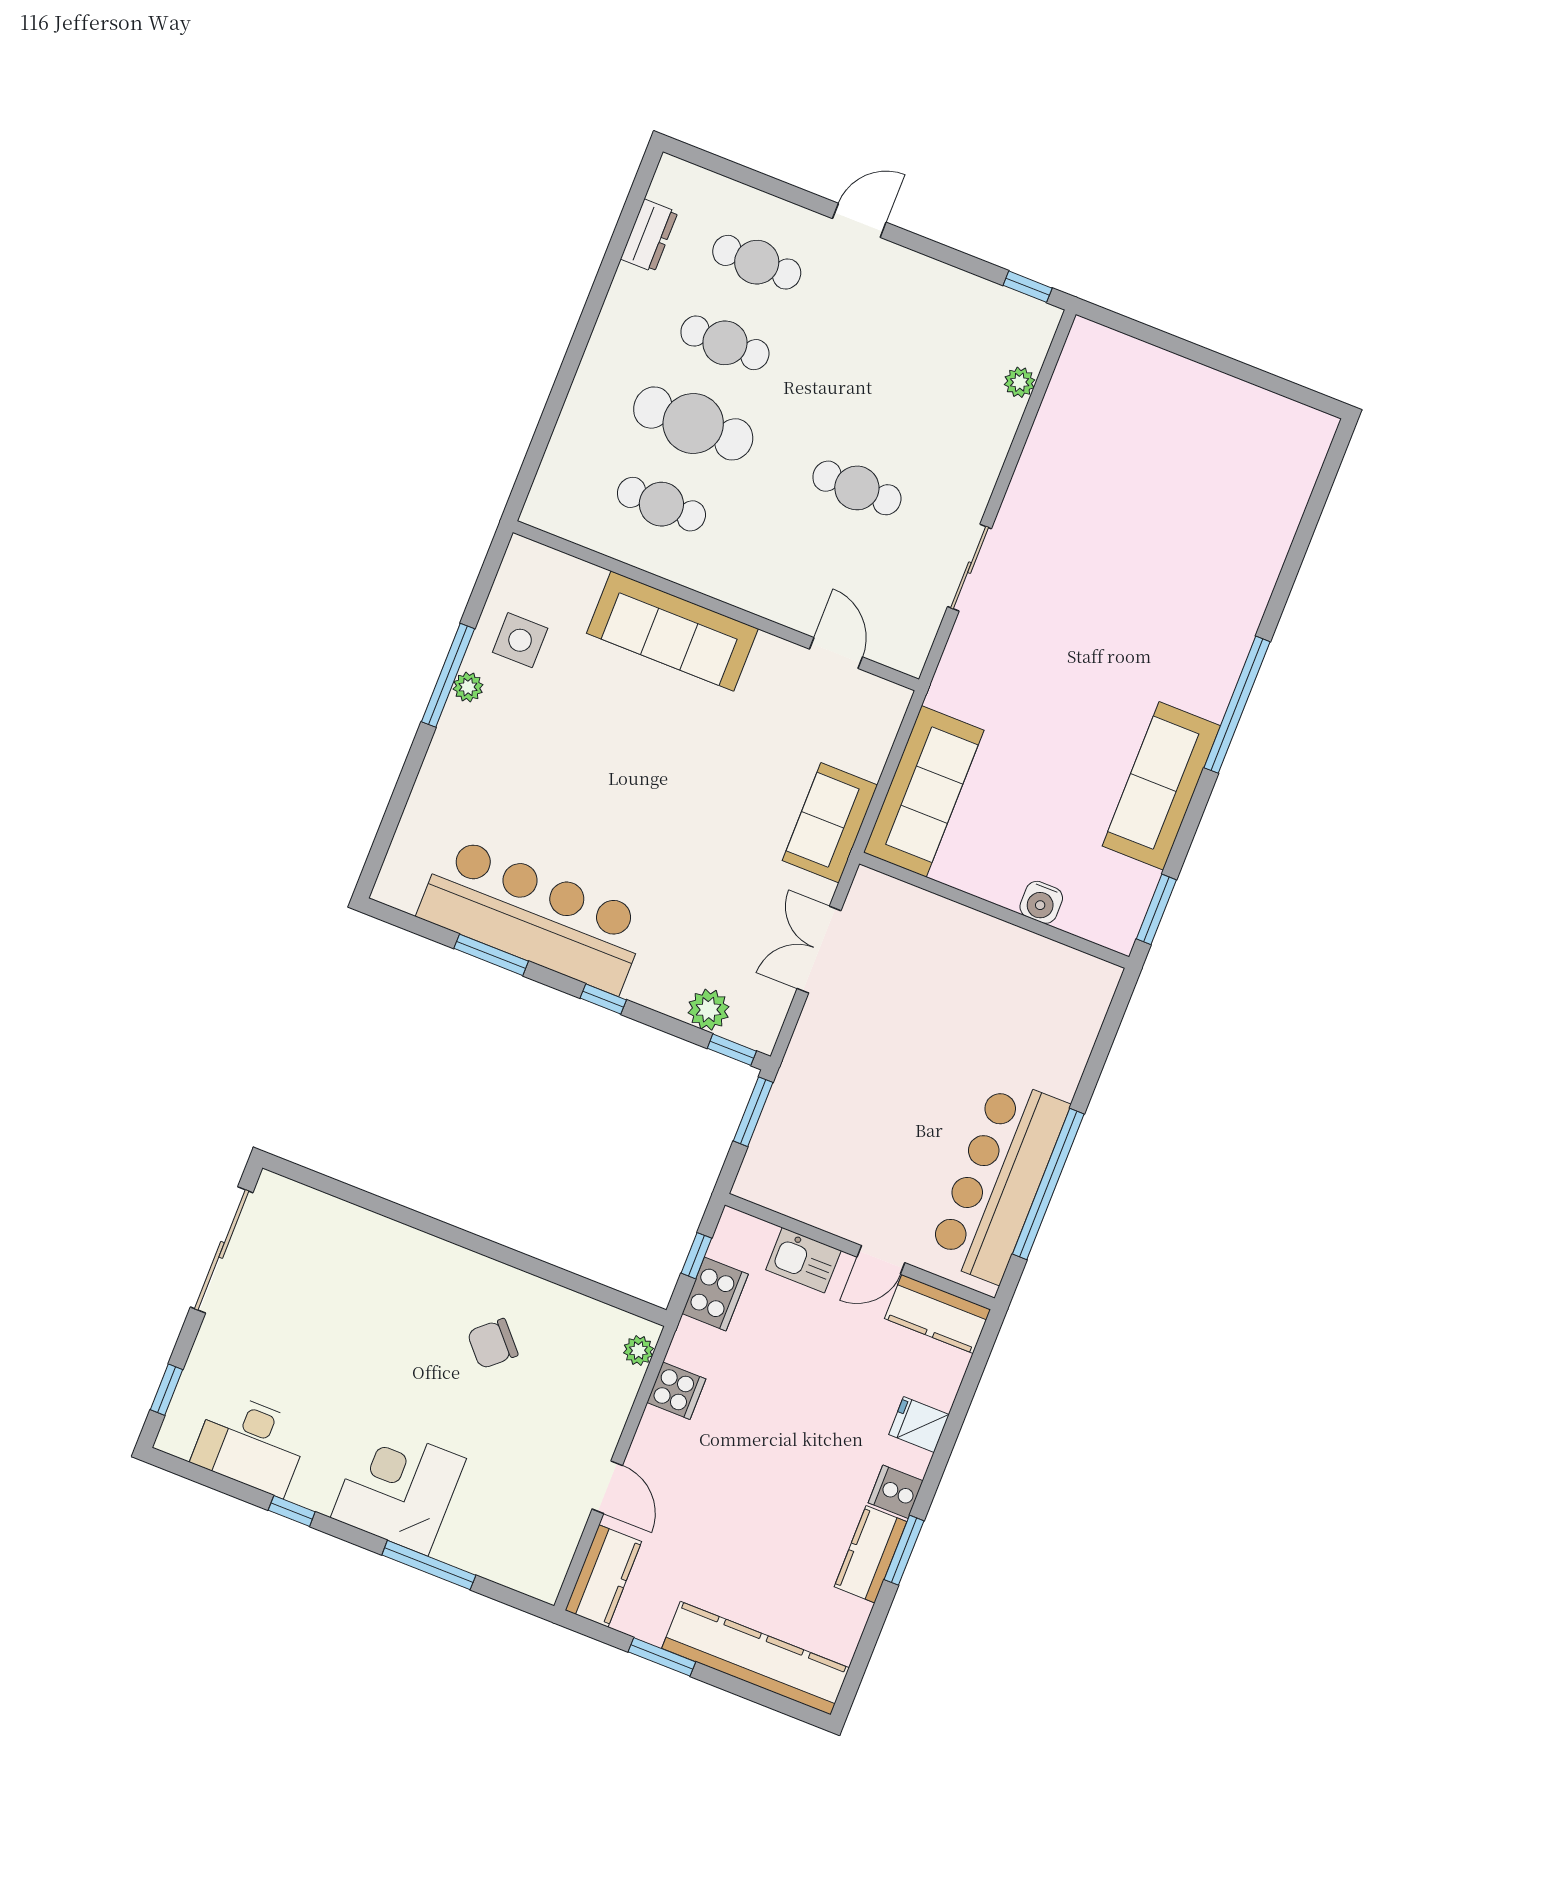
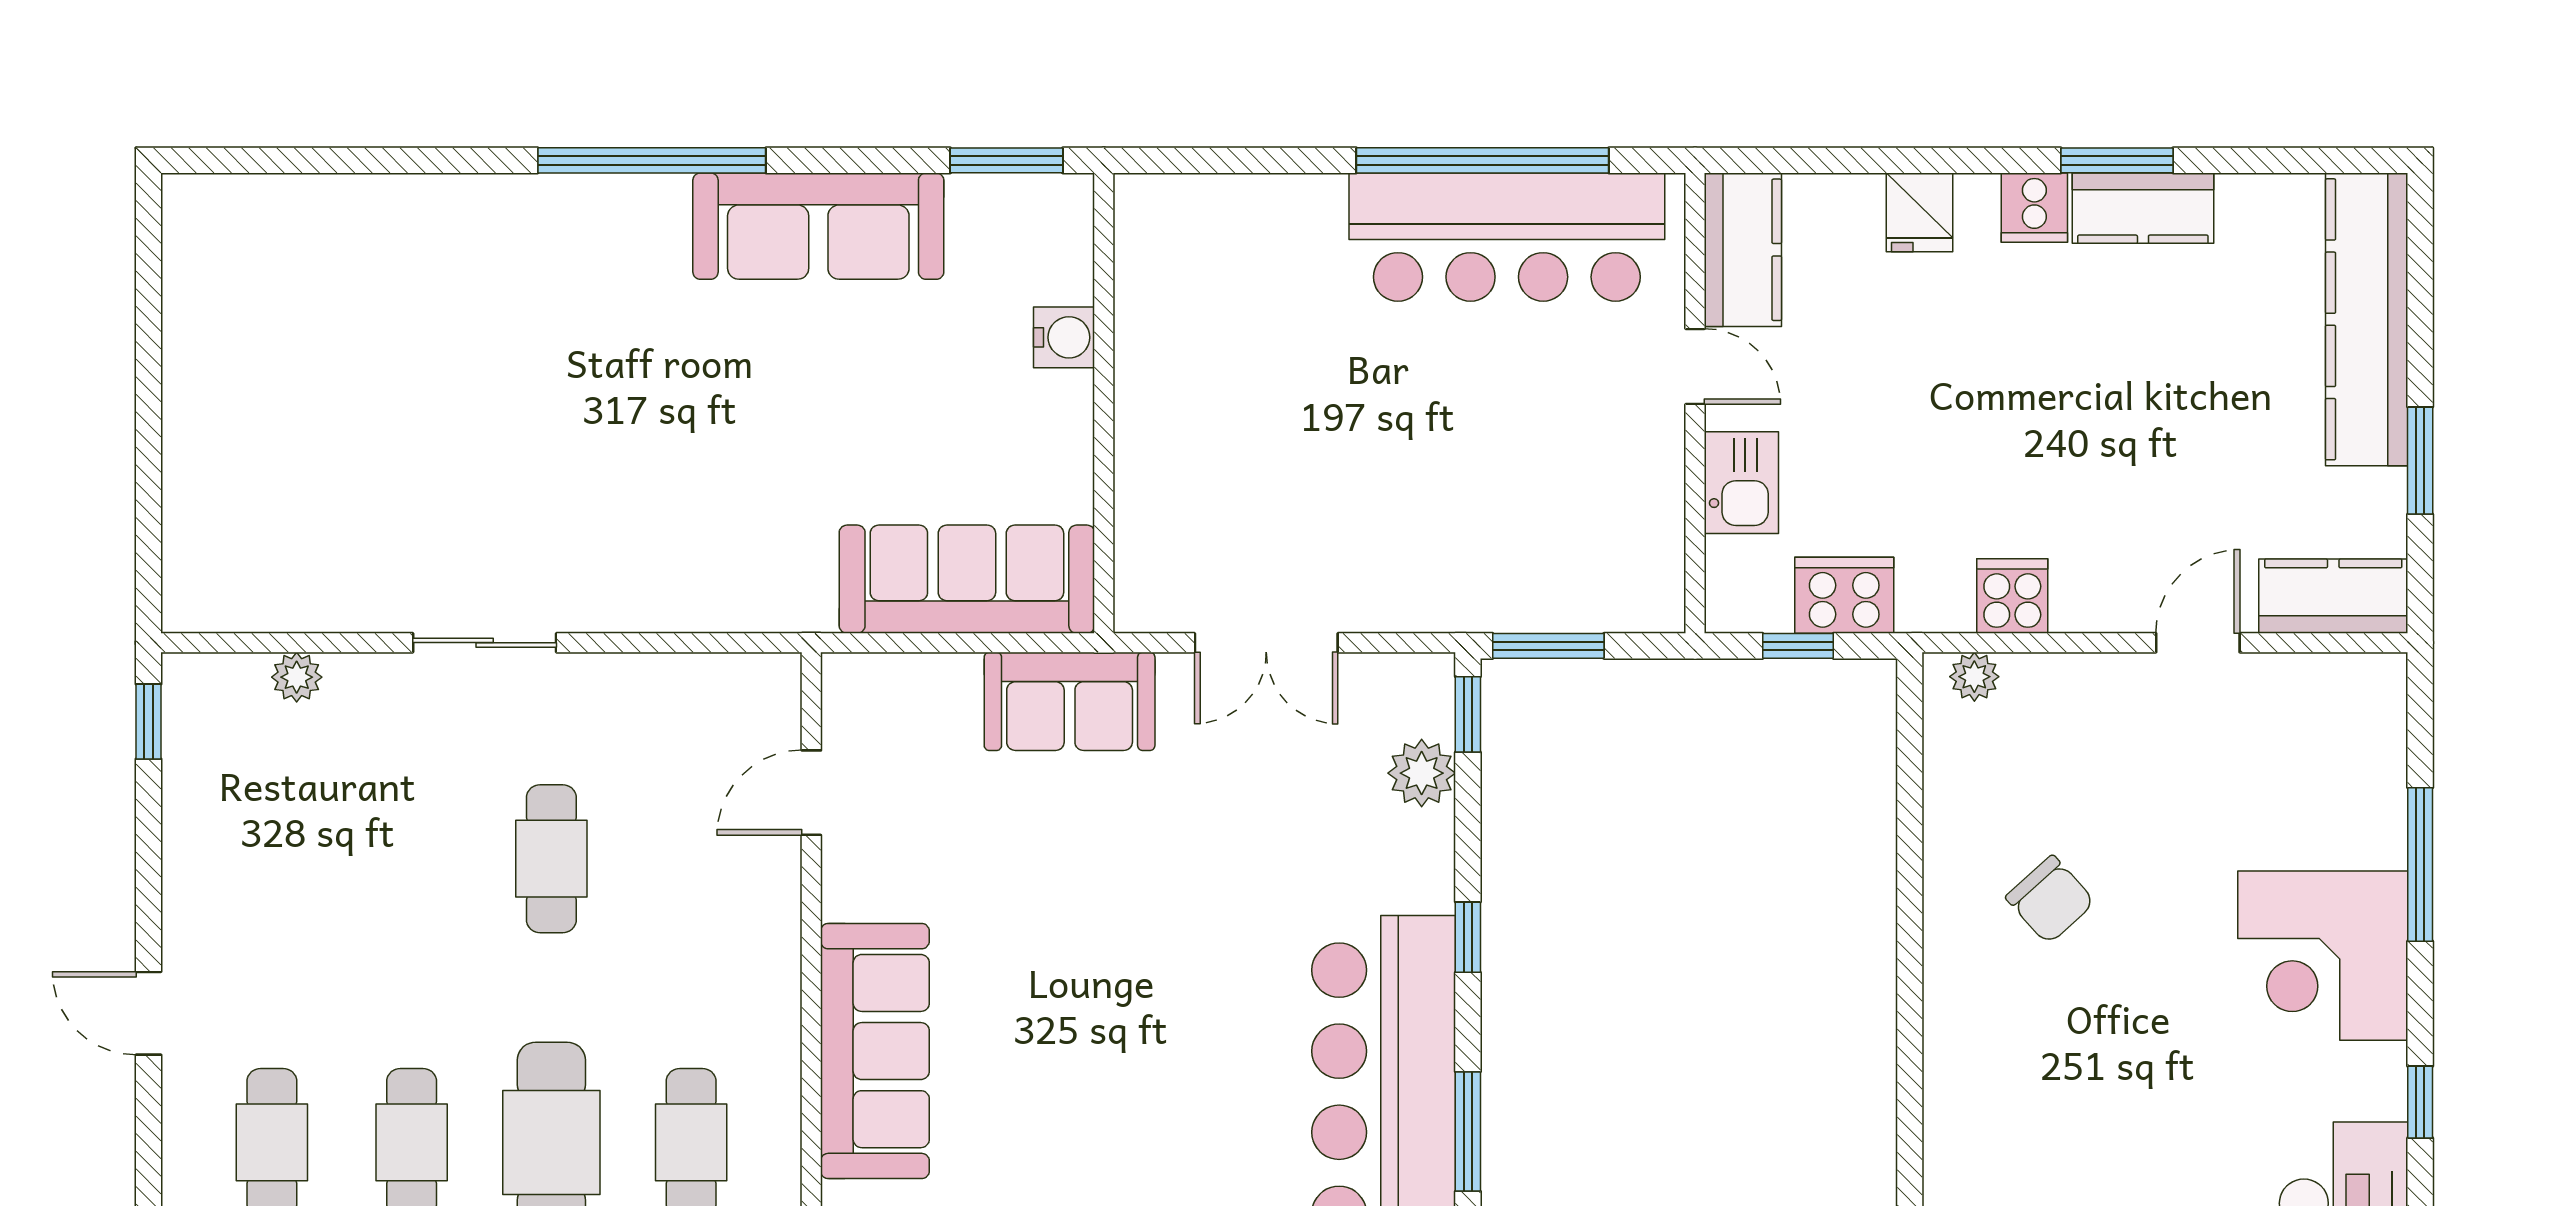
sliding door: (970, 568) -> (485, 643), moved

